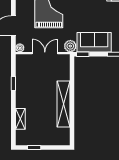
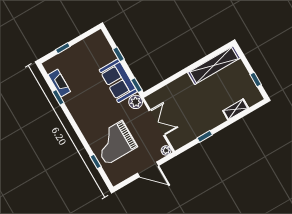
double door: (45, 53) -> (157, 123), swing flipped
shelving: (63, 104) -> (214, 65), moved

